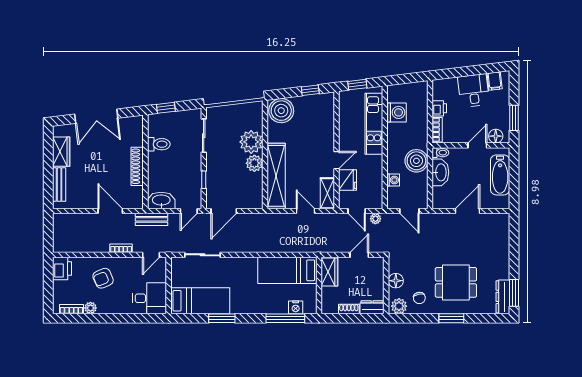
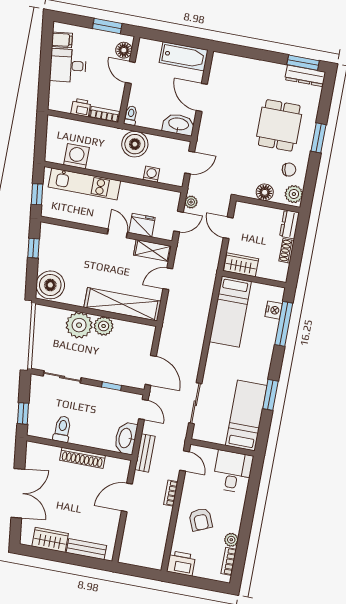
washbasin: (440, 172) -> (178, 124), moved
bathtub: (500, 175) -> (184, 56), moved

